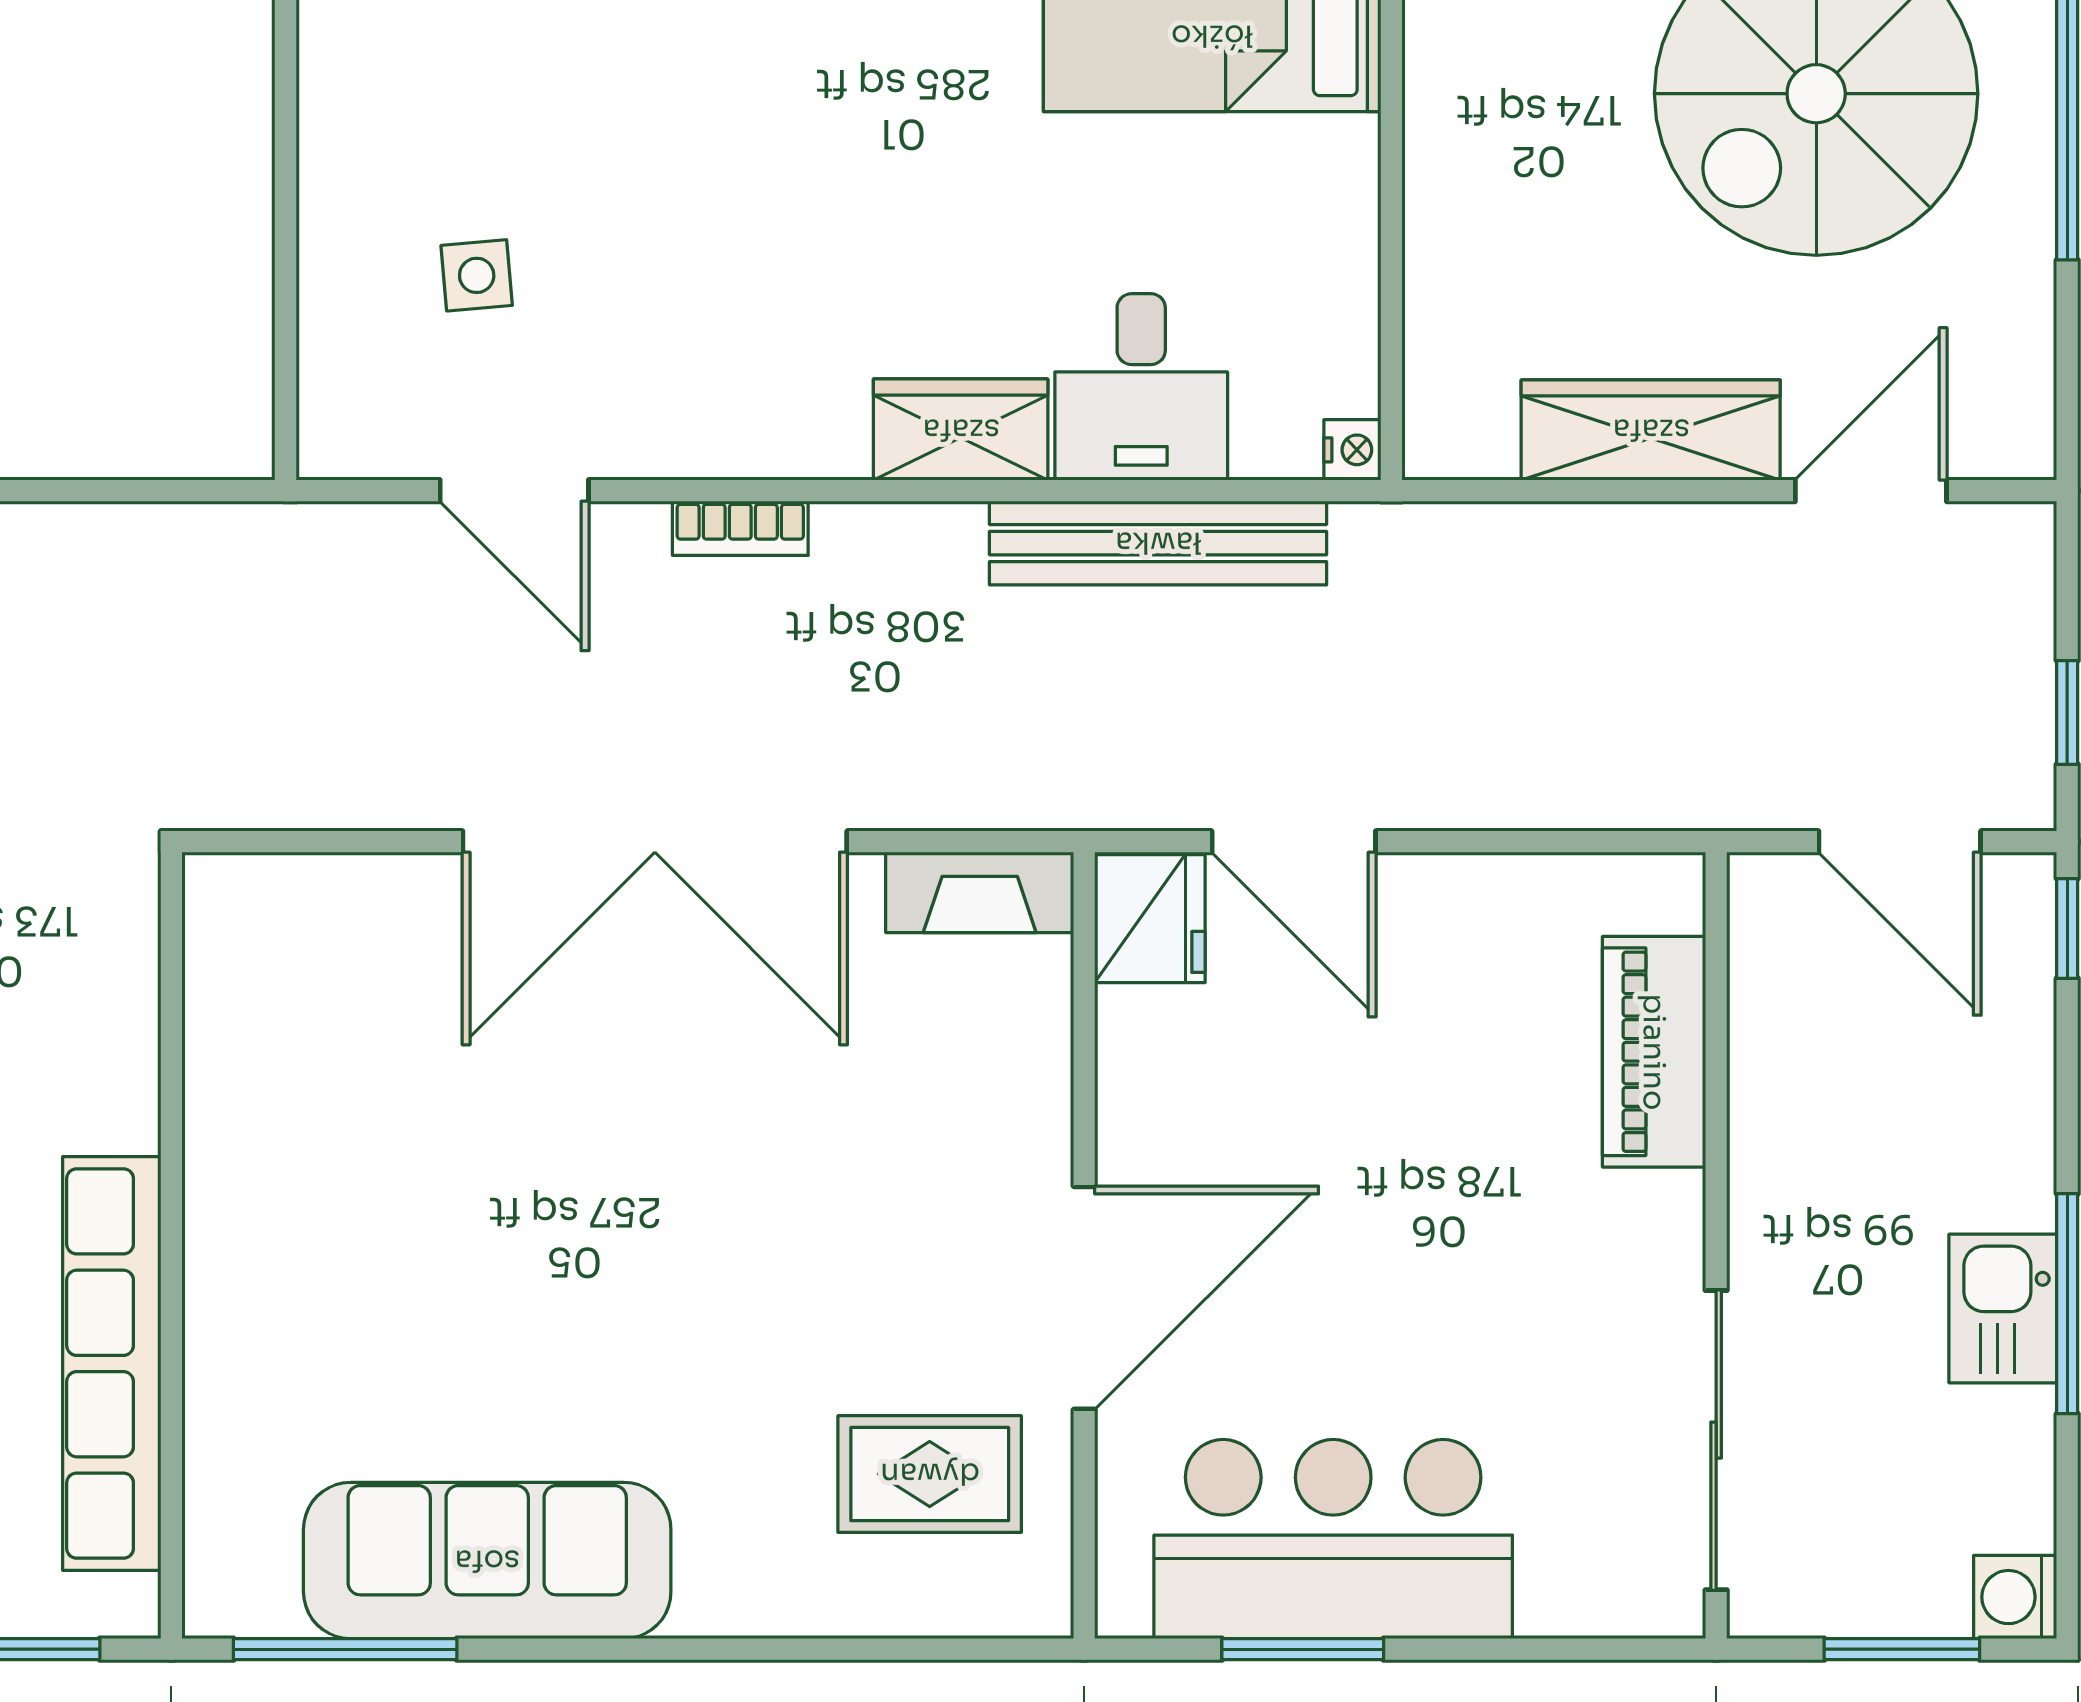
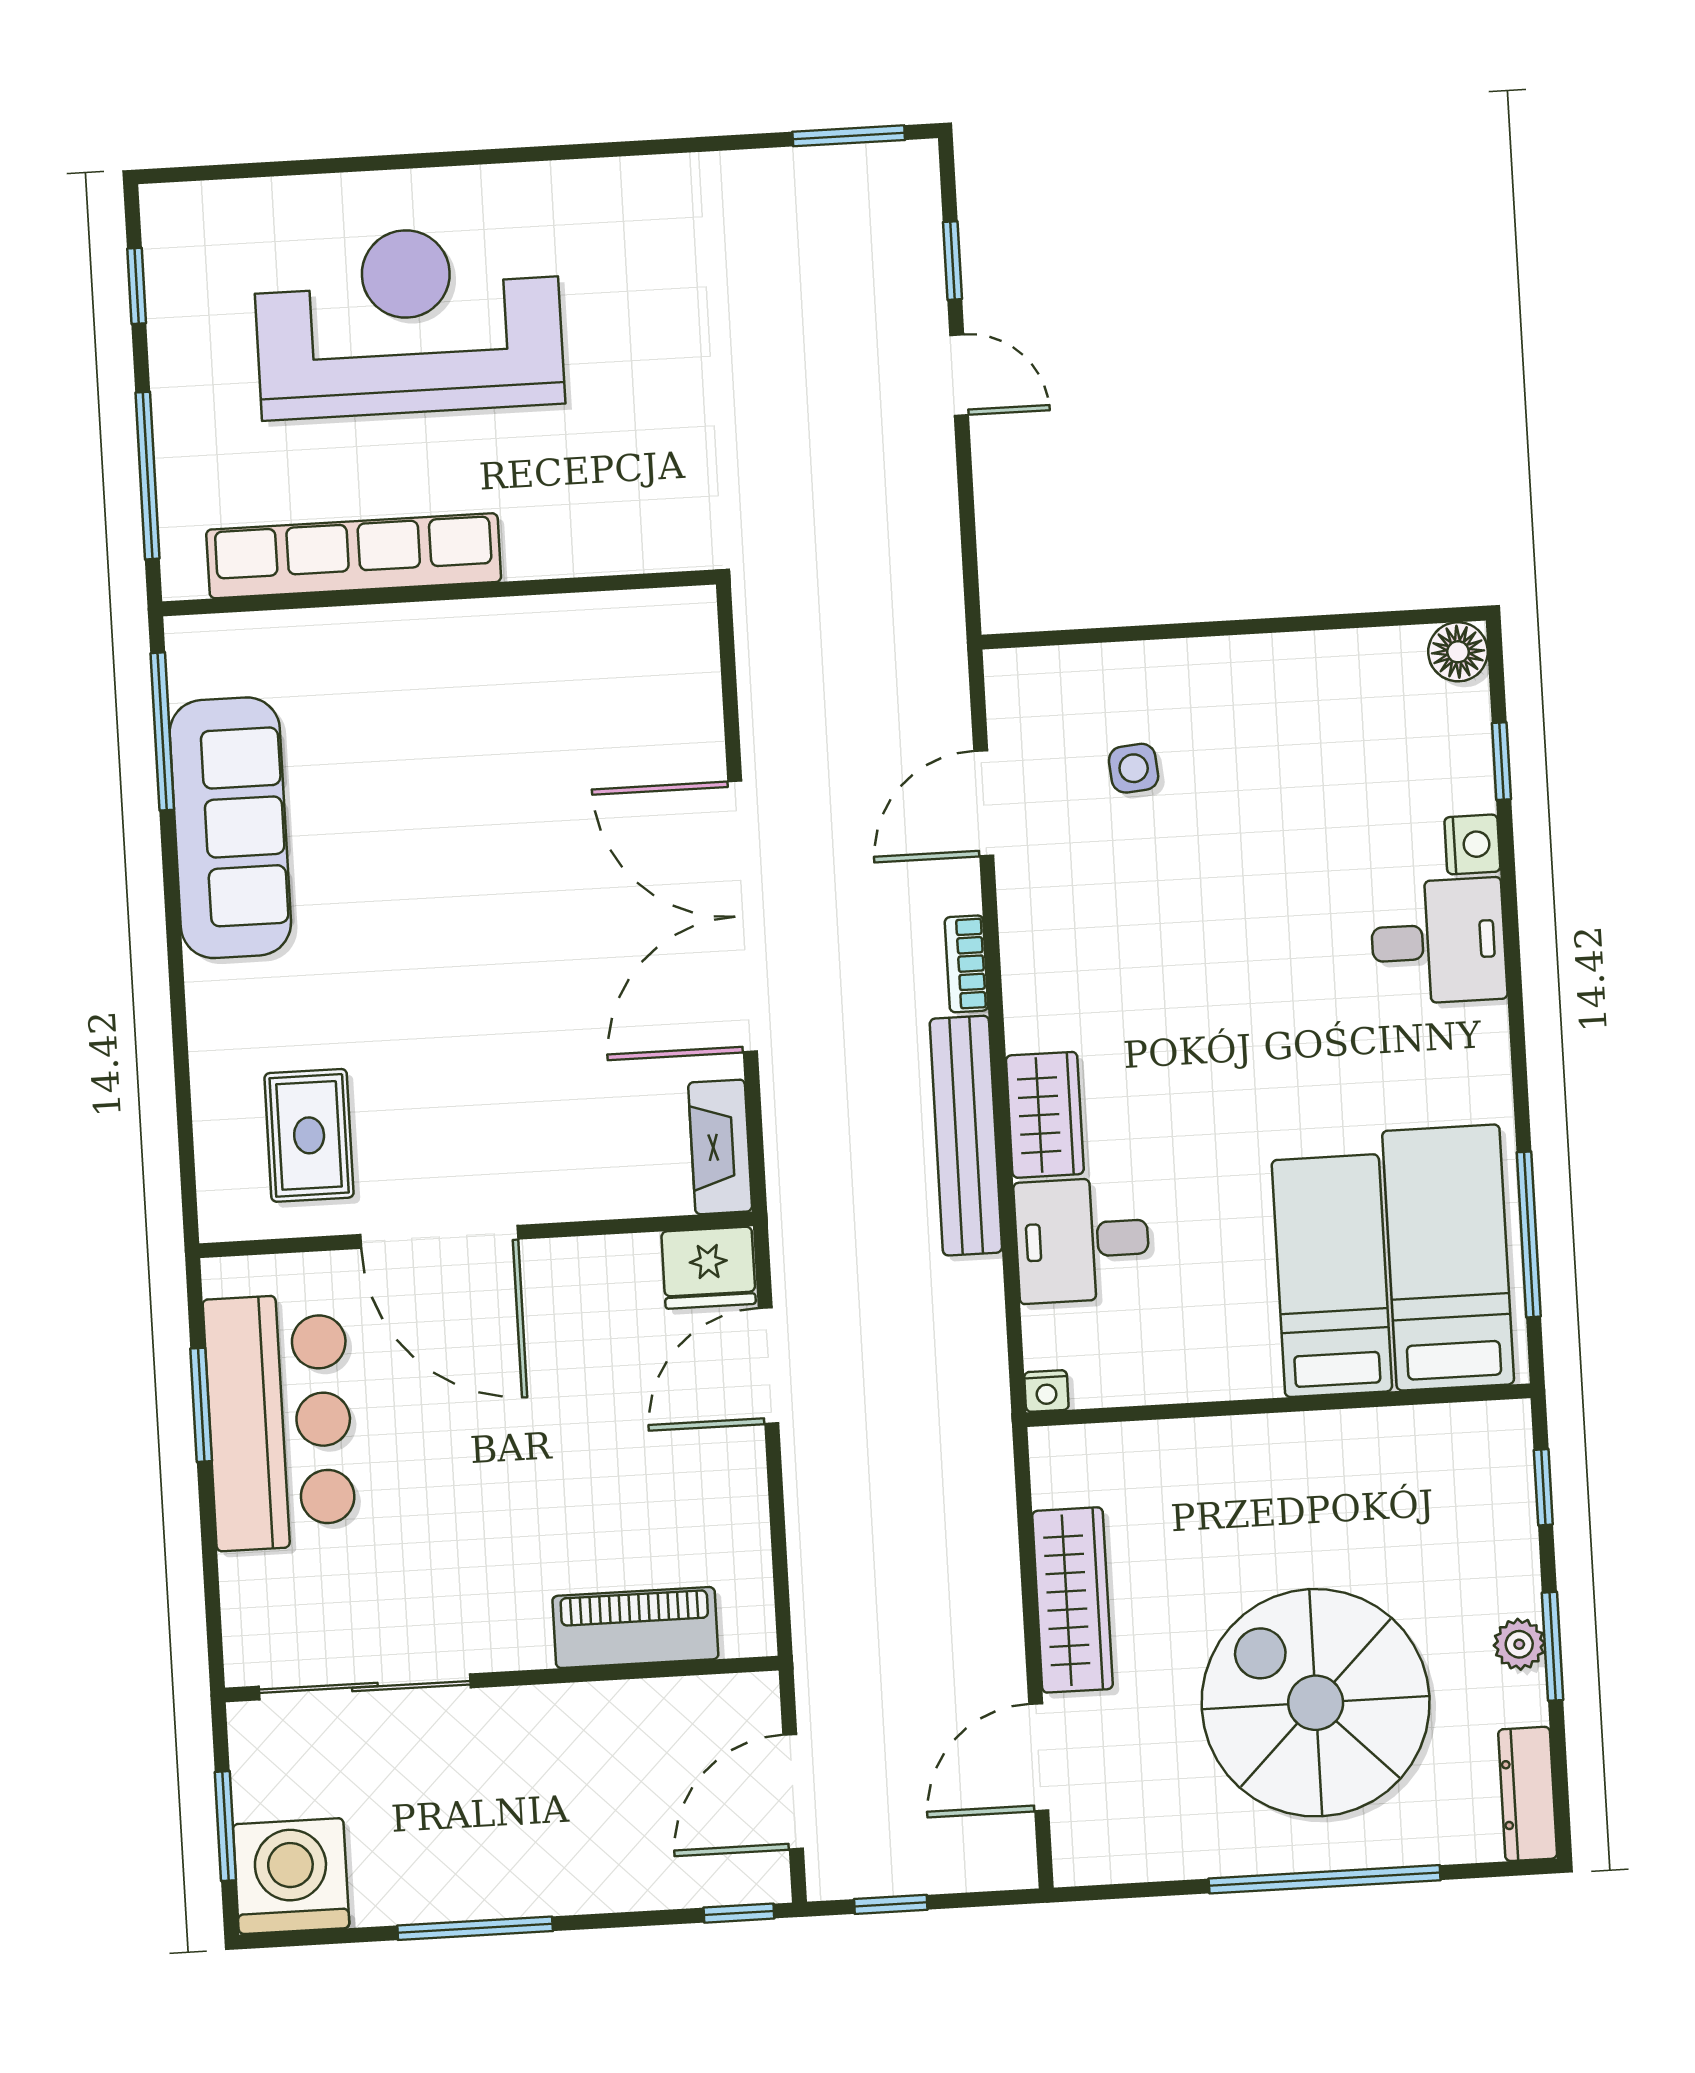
door: (1871, 491) -> (1039, 1757), swing flipped
bench: (1158, 543) -> (966, 1136), moved
kitchen sink: (2003, 1309) -> (469, 1883), removed
washing machine: (2015, 1597) -> (291, 1876), width x1.89, depth x1.89

